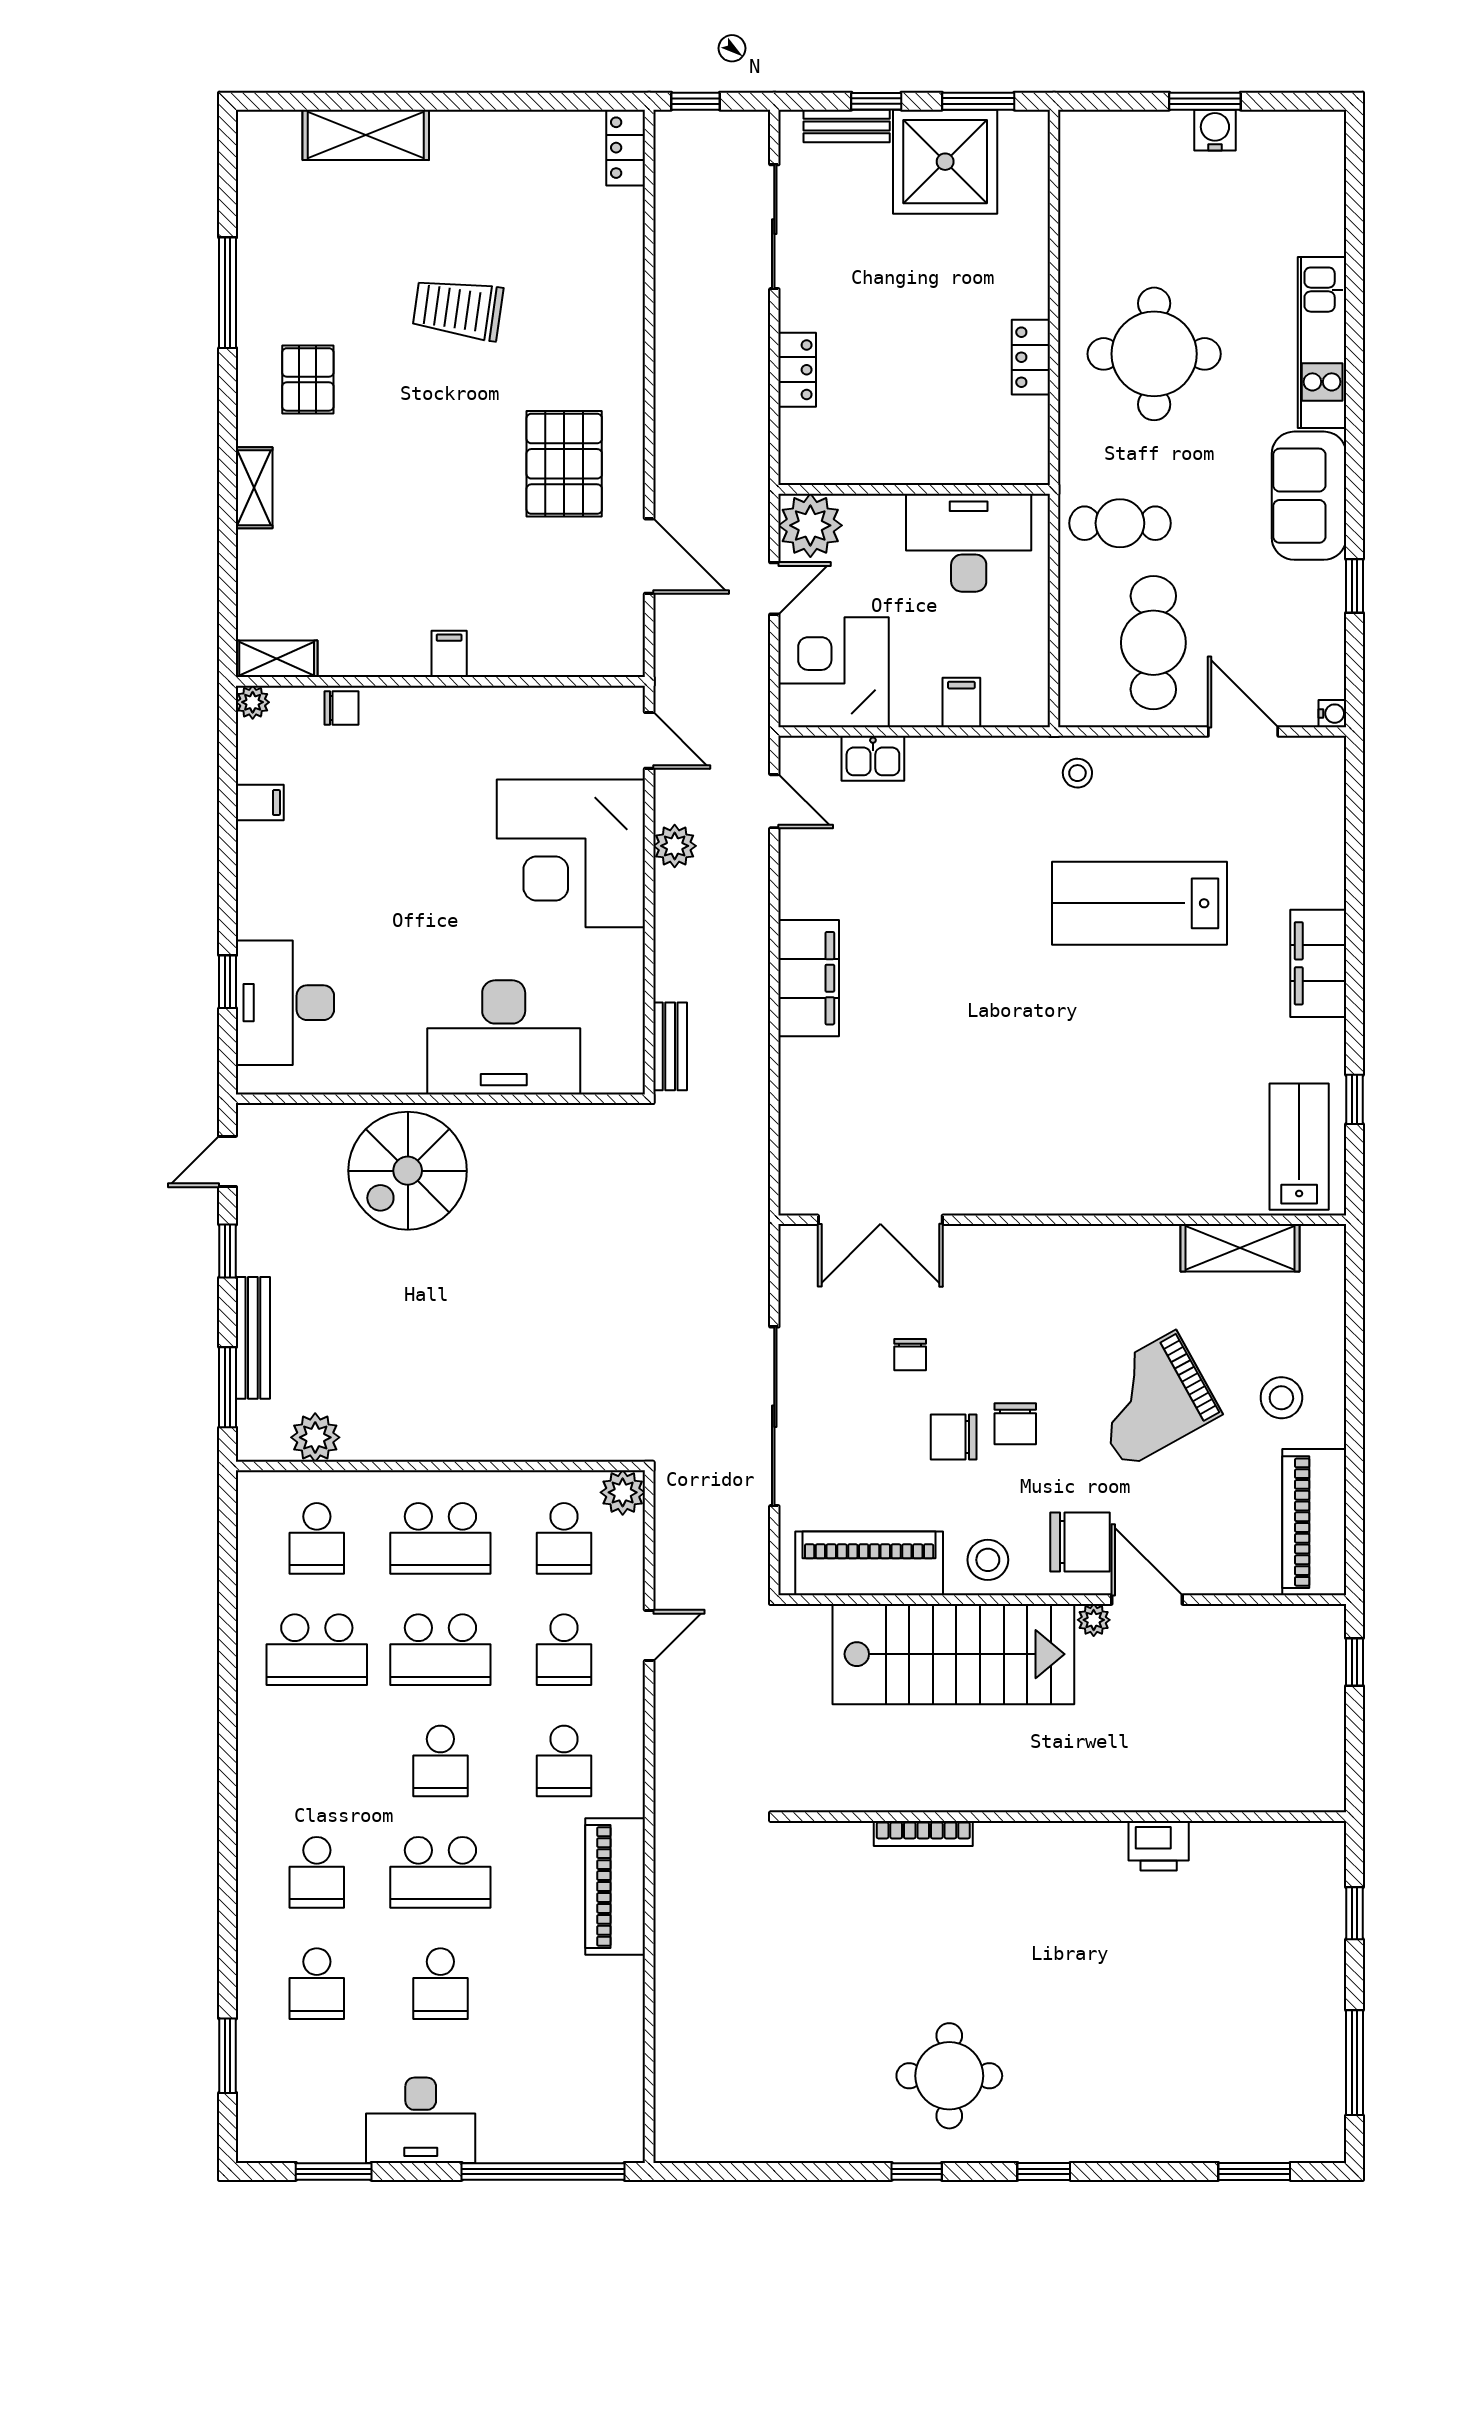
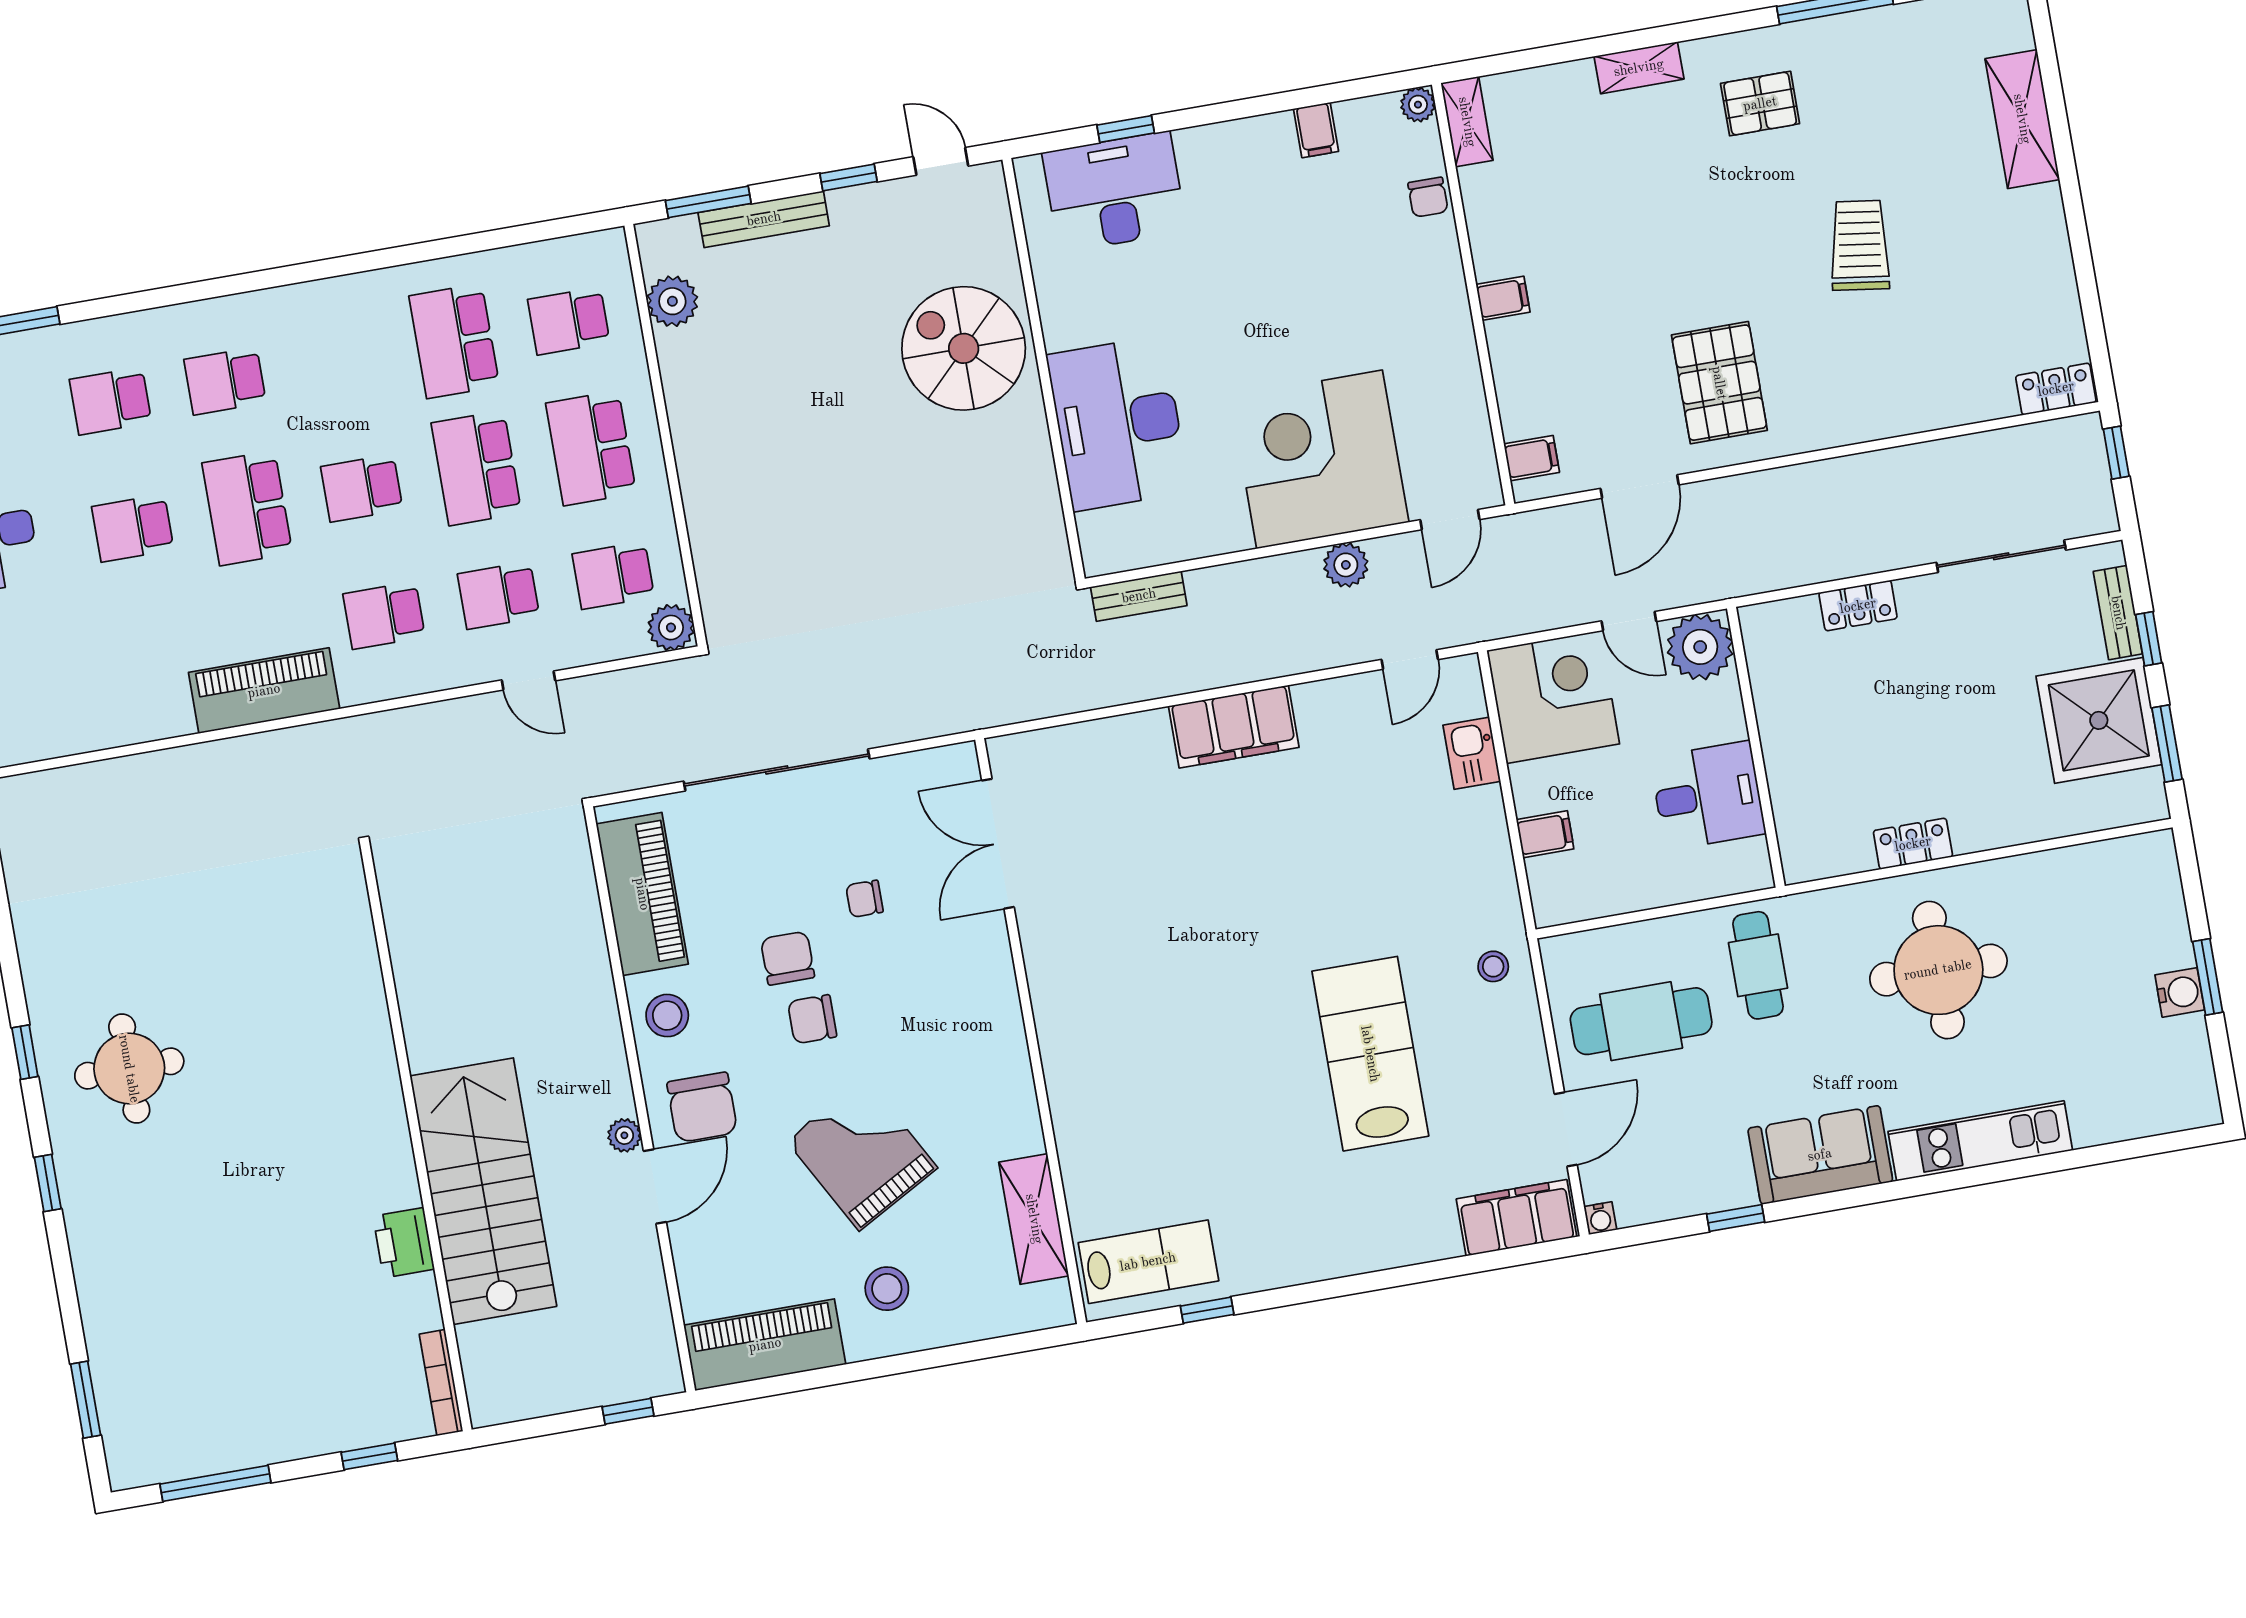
pallet: (564, 464) -> (1719, 383), turned 90
desk: (969, 543) -> (1708, 796), width x0.73
filing cabinet: (605, 653) -> (1532, 458), added
filing cabinet: (1318, 963) -> (1517, 1218), moved
stairs: (953, 1654) -> (483, 1191), moved, turned 180
bookcase: (923, 1833) -> (441, 1383), moved

